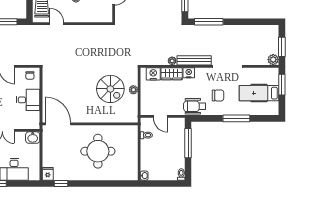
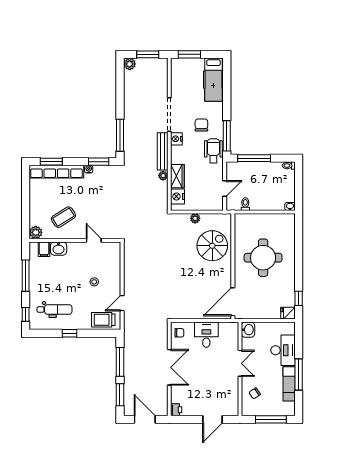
plant: (273, 60) -> (130, 64), moved
nightstand: (189, 73) -> (176, 139), moved
spiral stairs: (110, 89) -> (212, 246), moved
hospital bed: (259, 93) -> (213, 80), moved
wheelchair: (195, 106) -> (213, 151), turned 180
window: (236, 118) -> (227, 136), moved

